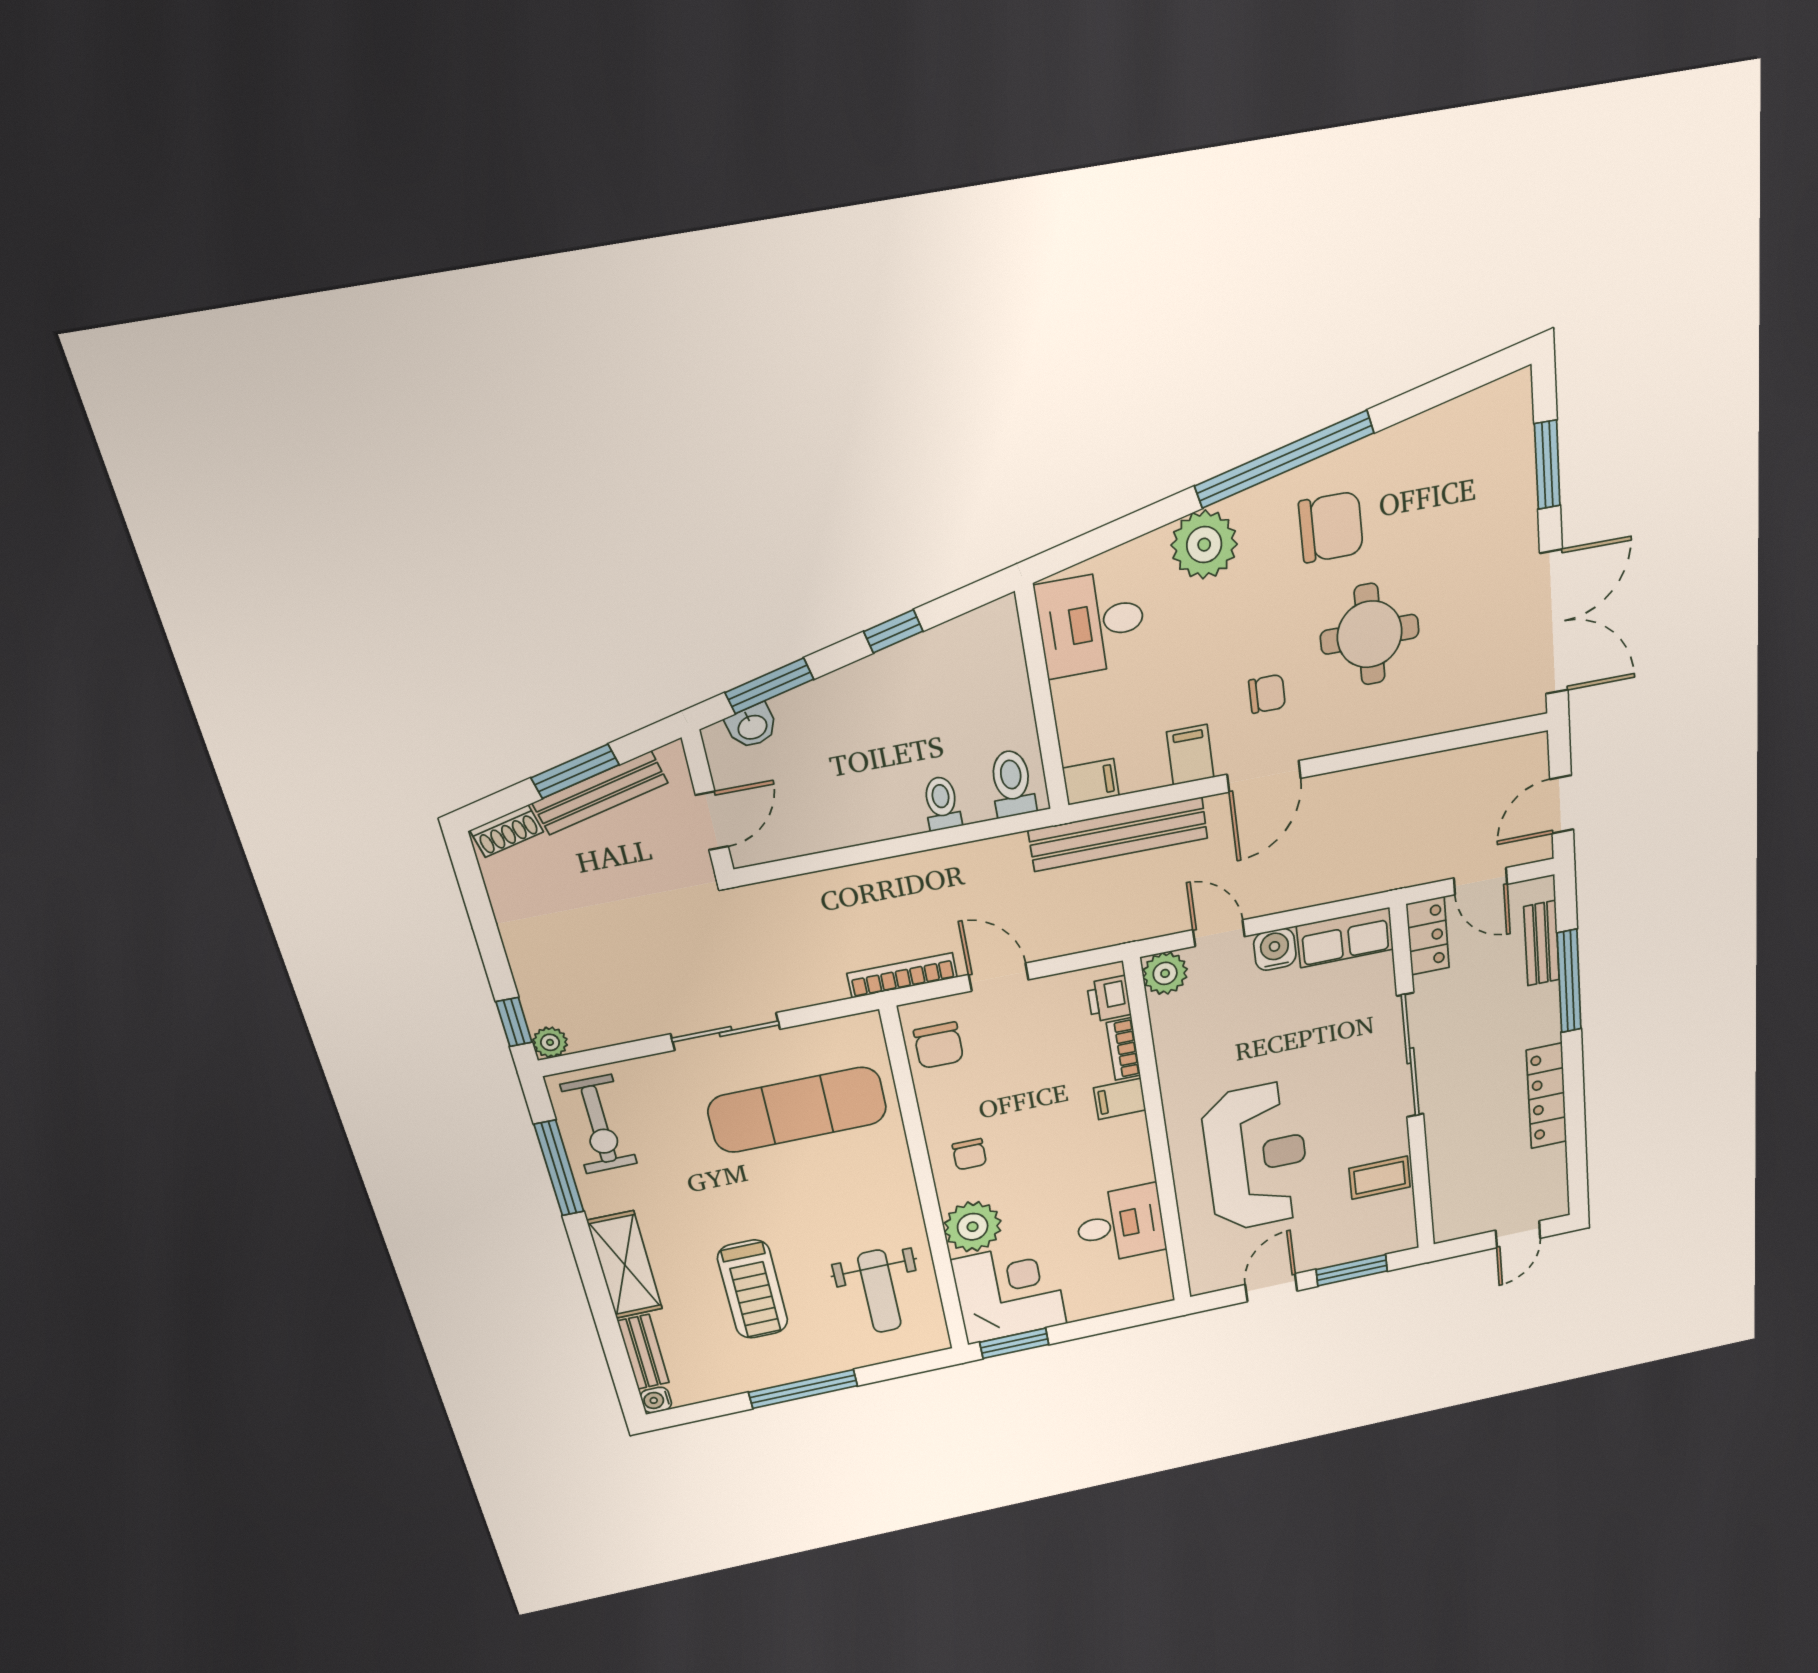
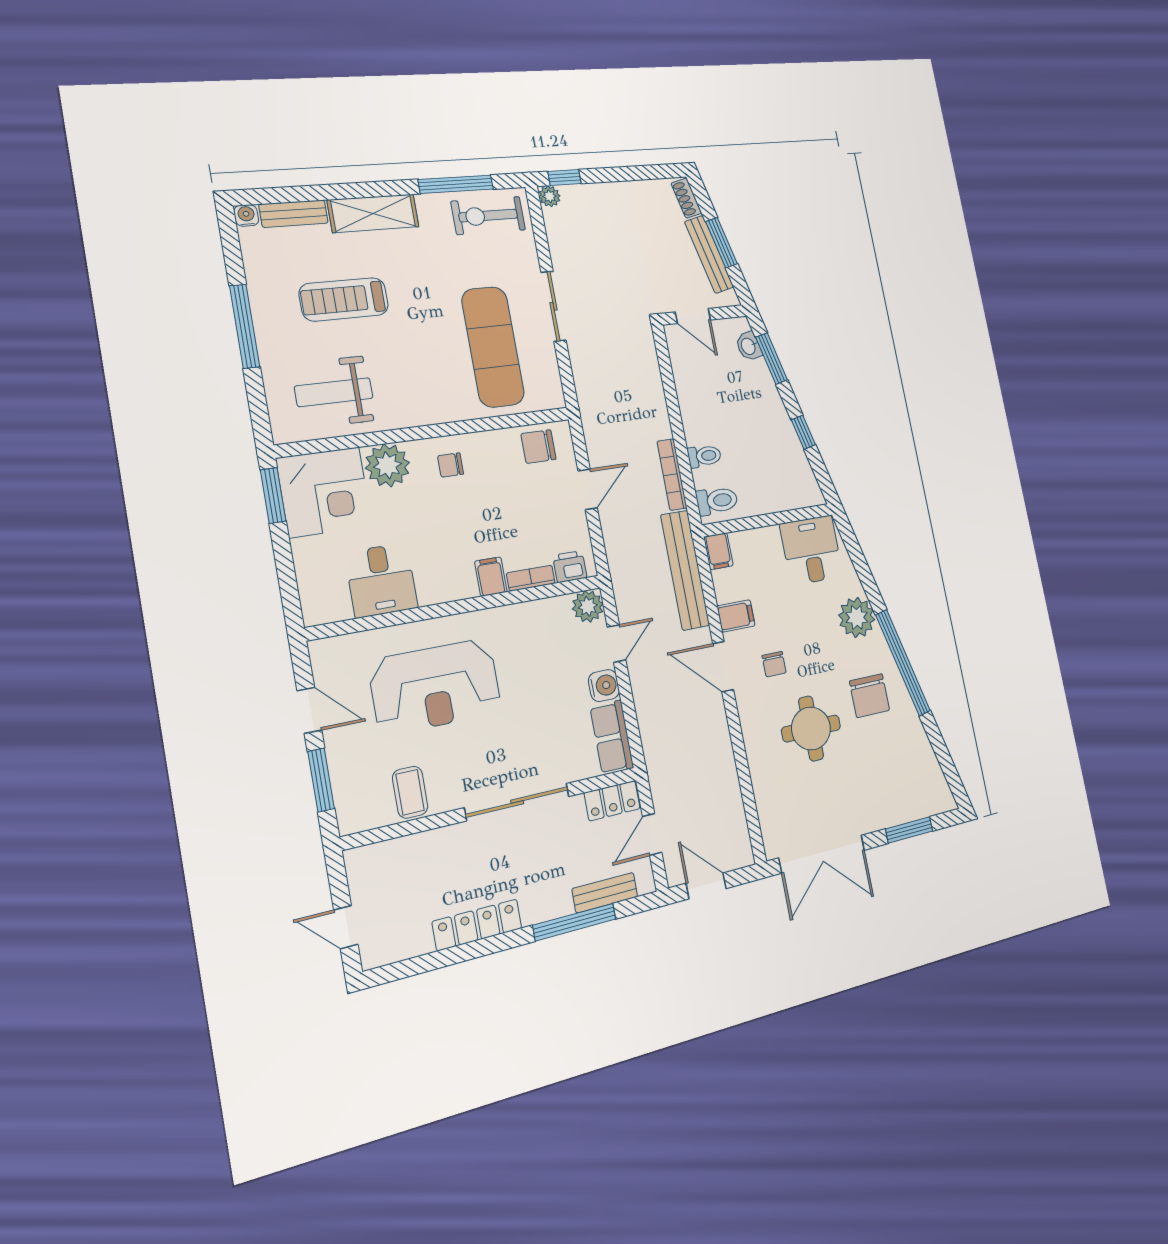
bookcase: (902, 975) -> (672, 475), moved, turned 180

